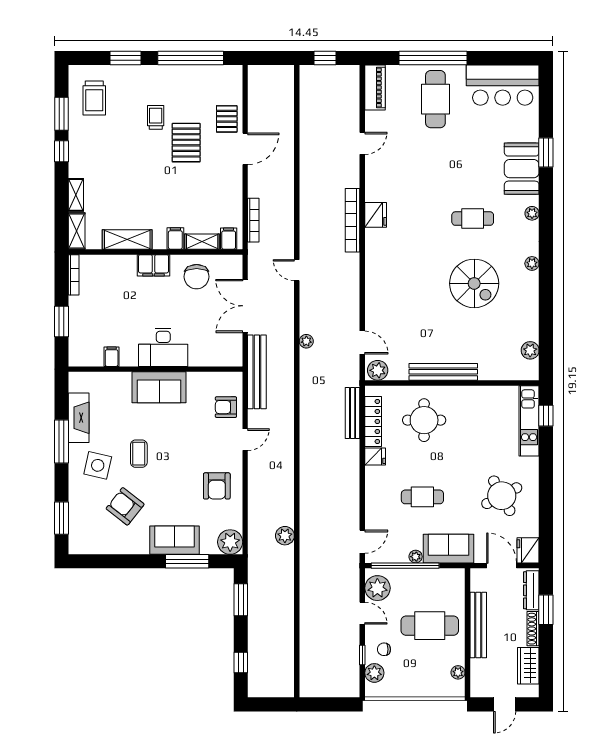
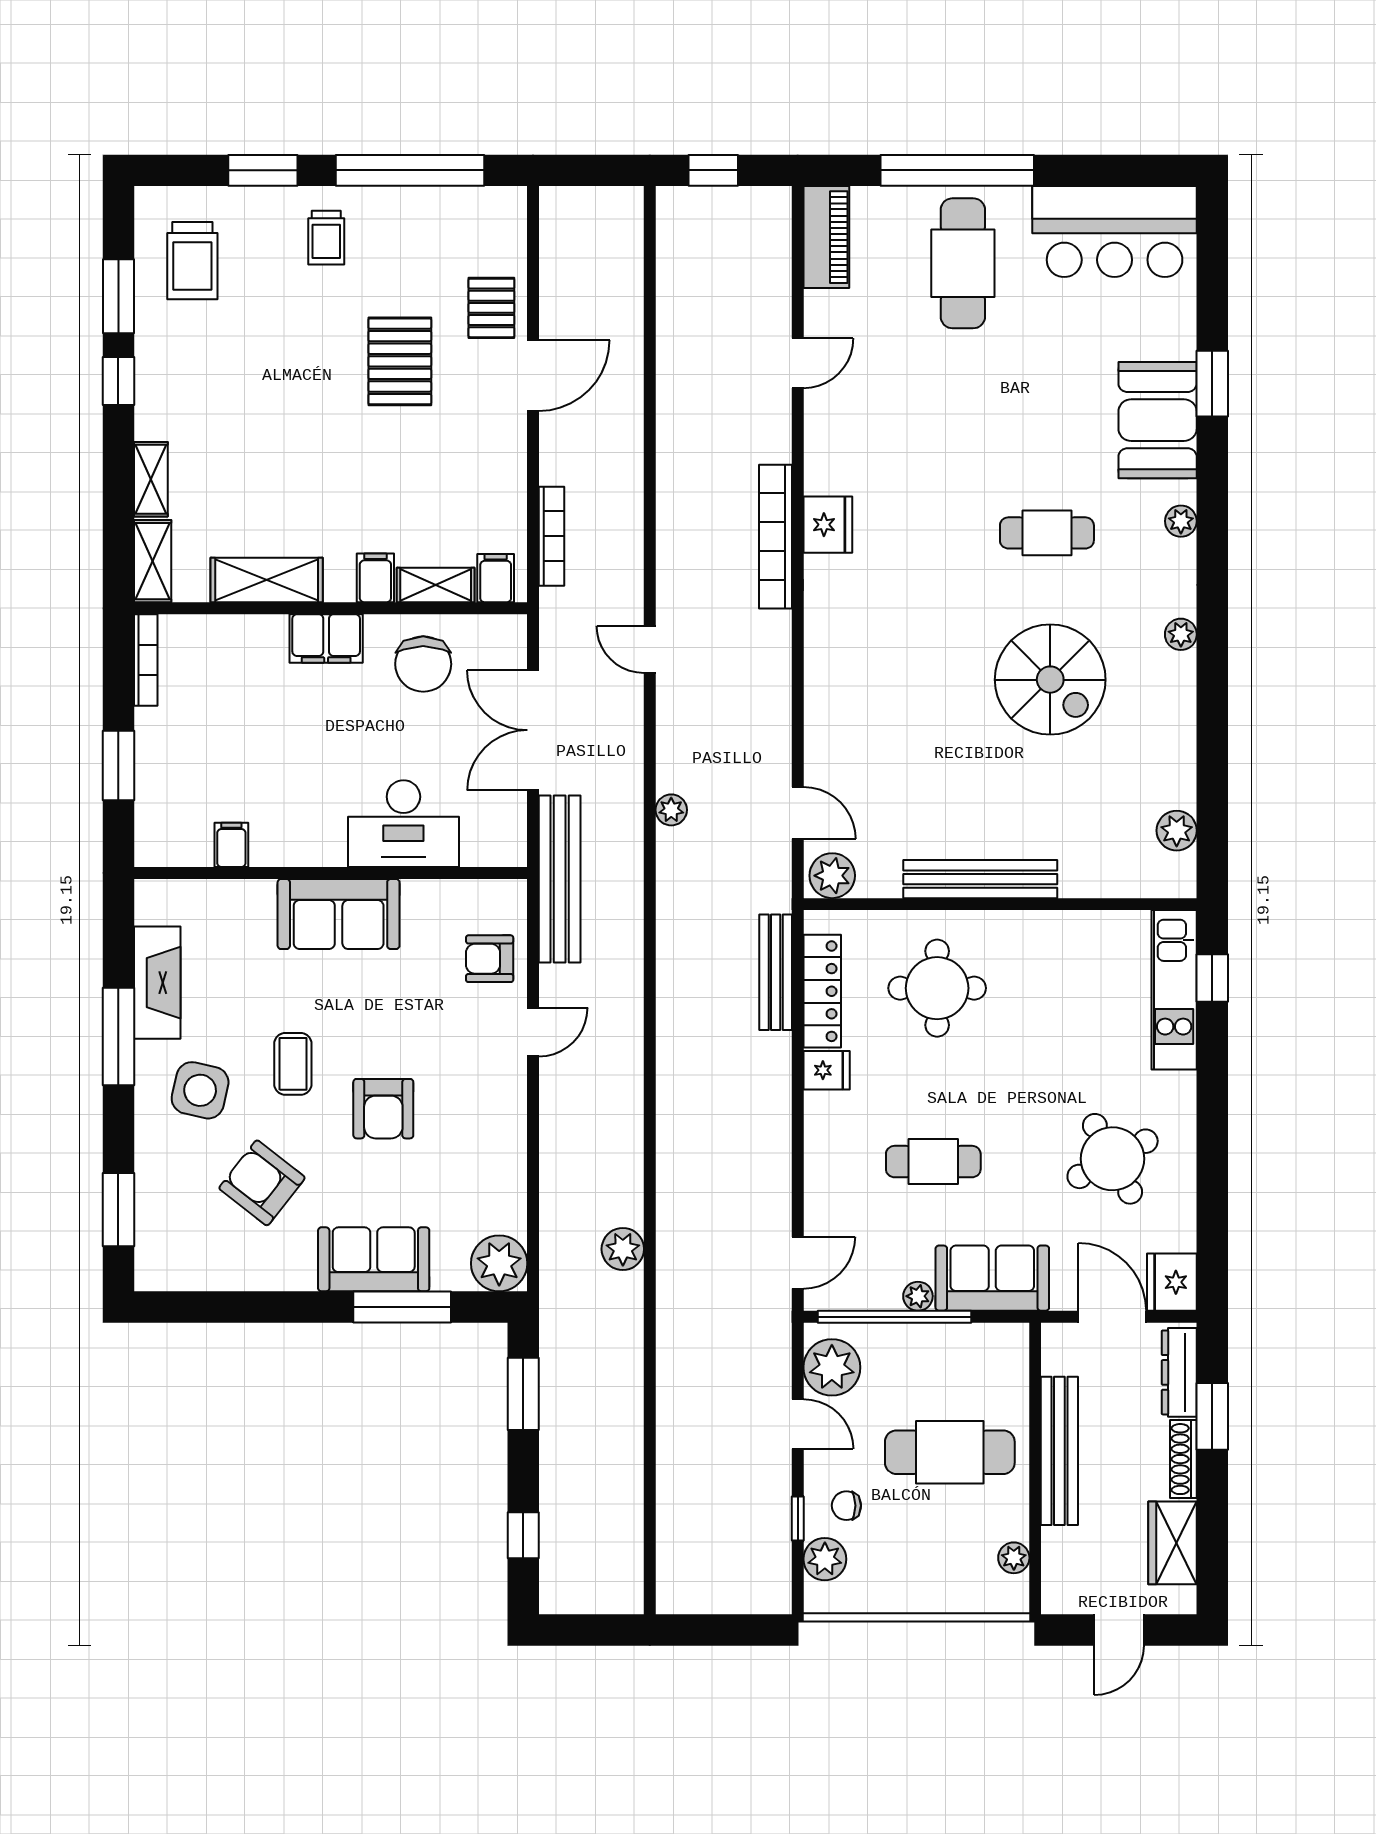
trolley: (156, 117) -> (326, 238), moved, turned 180
desk: (163, 347) -> (403, 824), moved
armchair: (217, 486) -> (383, 1109), moved

